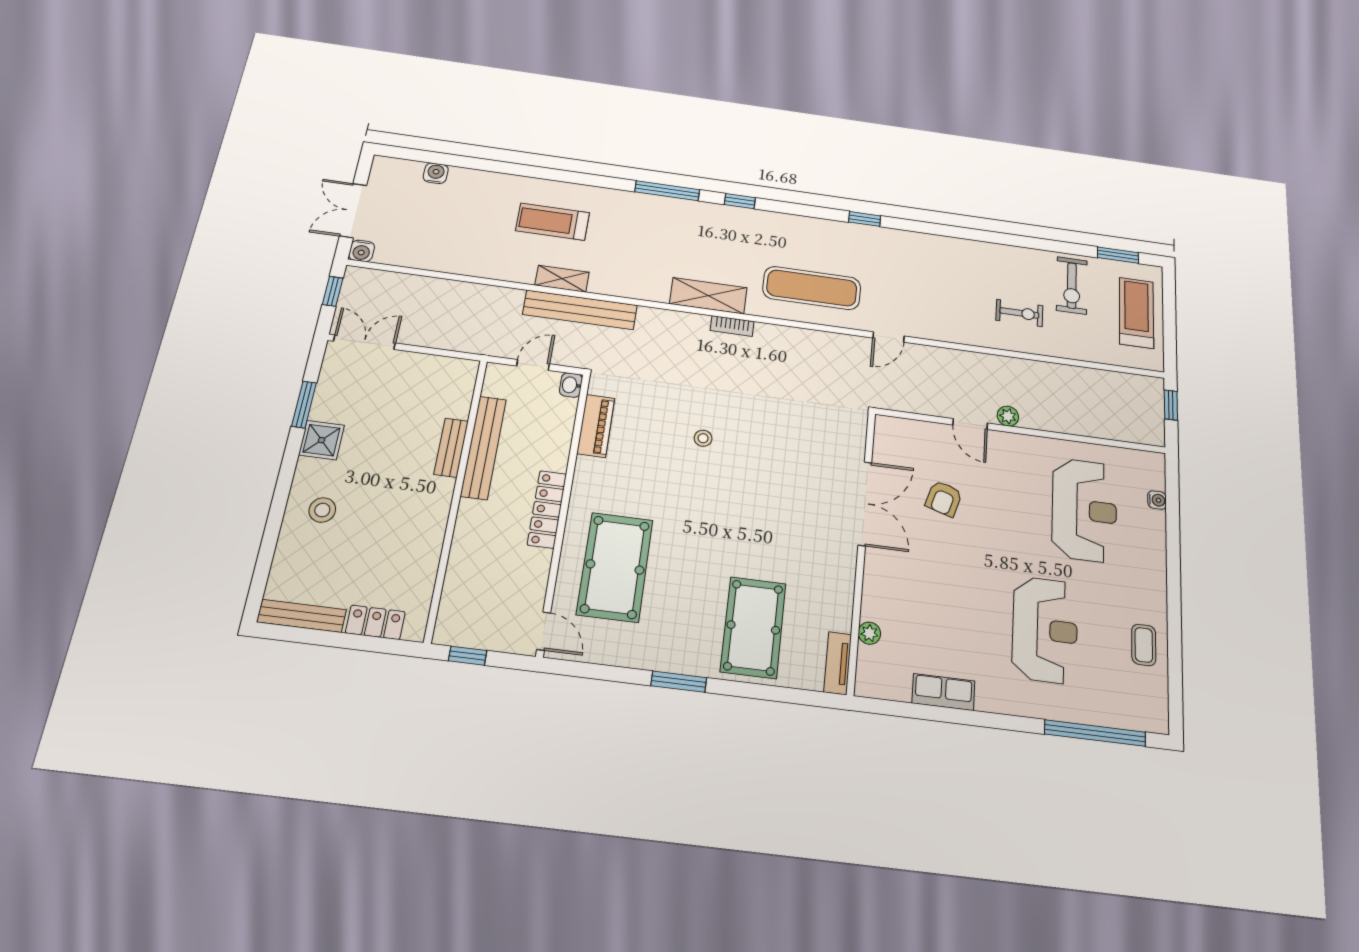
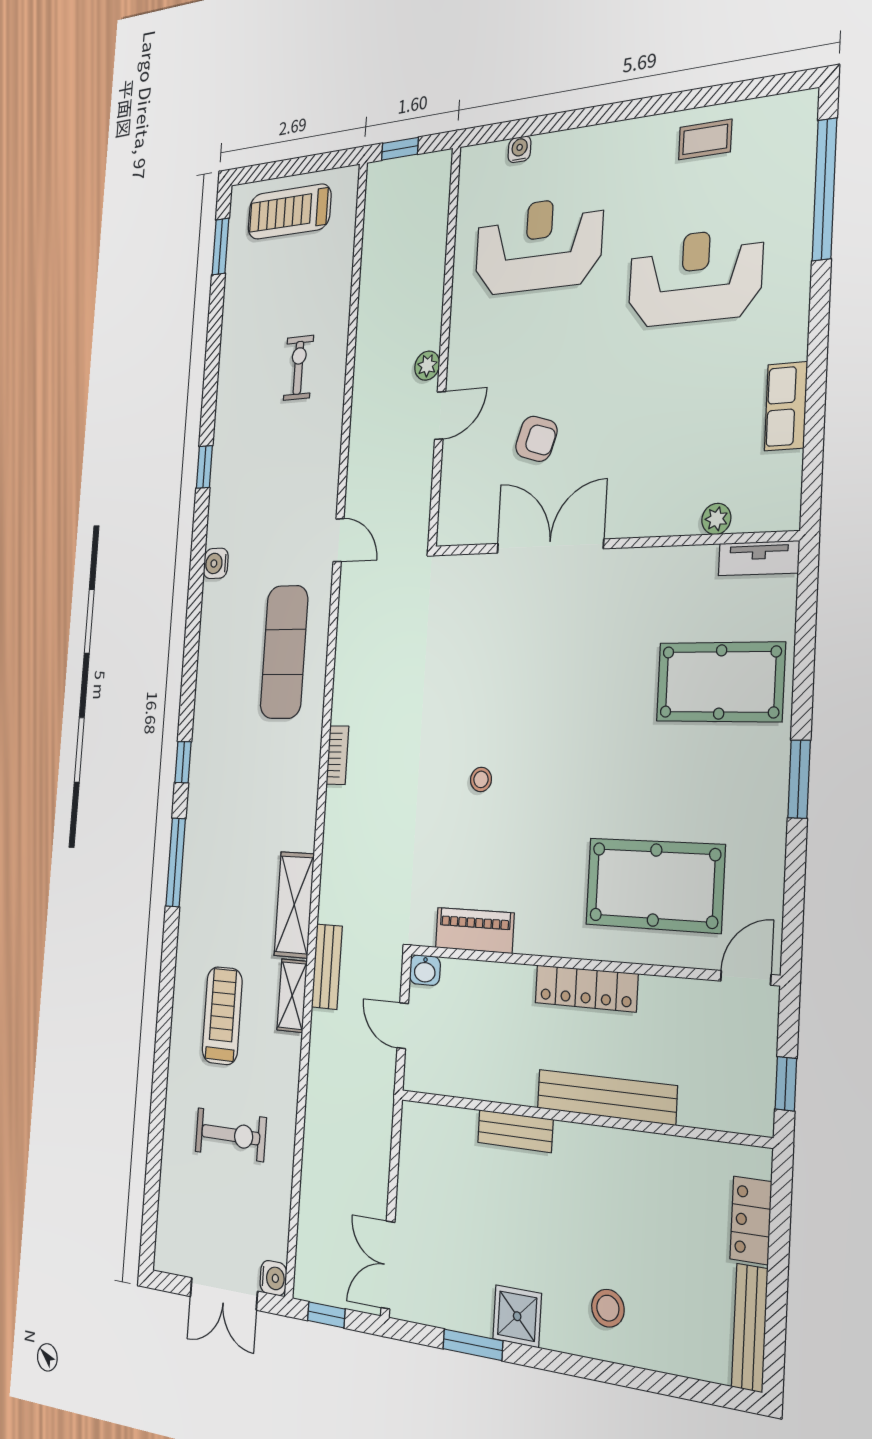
water cooler: (436, 173) -> (216, 563), moved
window: (865, 219) -> (204, 467), moved
treadmill: (553, 222) -> (222, 1016), turned 180
exercise bike: (1072, 285) -> (231, 1135), moved
shelving: (708, 296) -> (294, 905), moved
bench: (580, 310) -> (327, 967), width x0.54, depth x0.82
bench: (483, 447) -> (606, 1097), moved

